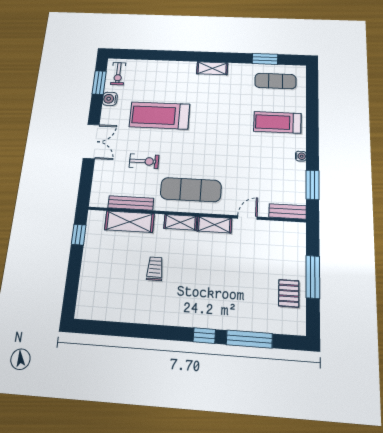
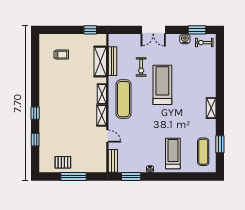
treadmill: (159, 115) -> (162, 85), moved
trolley: (155, 269) -> (61, 55), moved
window: (249, 339) -> (35, 140), width x0.46

